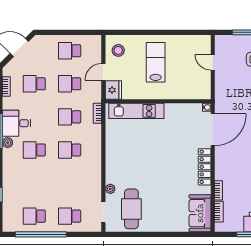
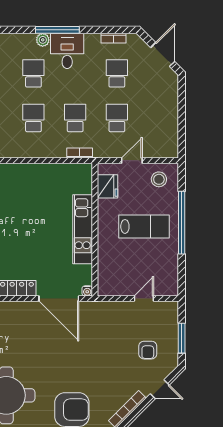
window: (153, 32) -> (182, 223), added
school desk: (70, 51) -> (159, 118), removed
door: (103, 72) -> (132, 161), hinge flipped
fridge: (113, 90) -> (107, 186), moved, turned -90
kitchen unit: (136, 111) -> (83, 229), moved

